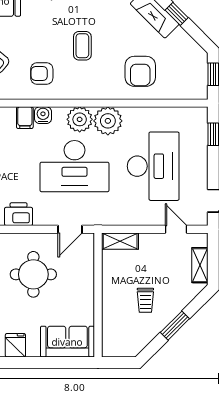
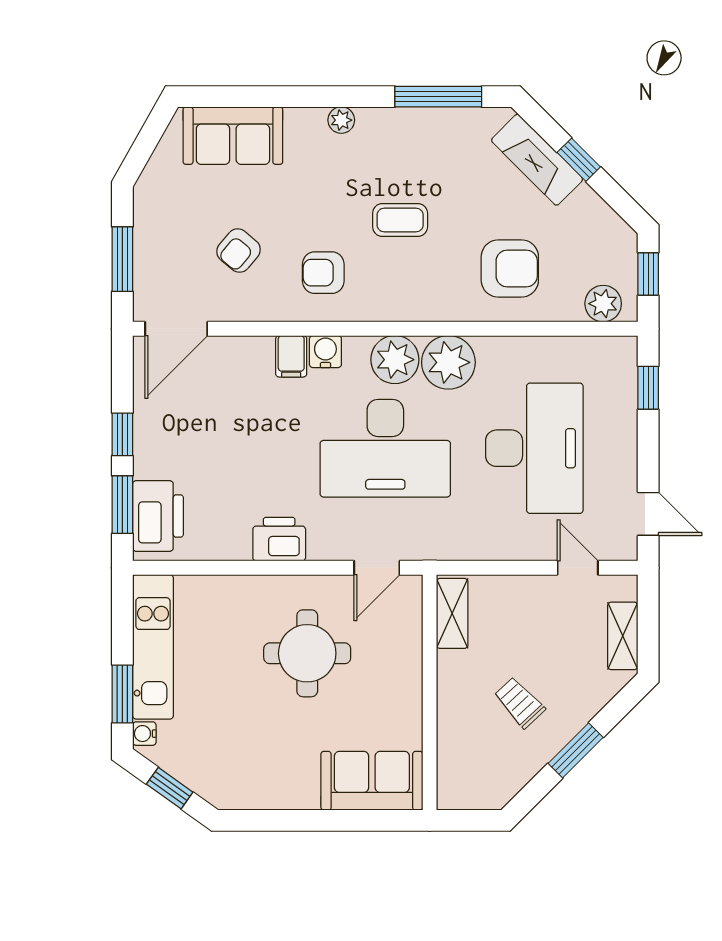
coffee table: (82, 46) -> (400, 220), turned 90
armchair: (140, 71) -> (510, 268), turned -90
plant: (189, 90) -> (603, 304), added
shelving: (120, 241) -> (452, 613), moved, turned 90
trolley: (145, 300) -> (520, 703), turned 137
fridge: (15, 345) -> (273, 788), removed

